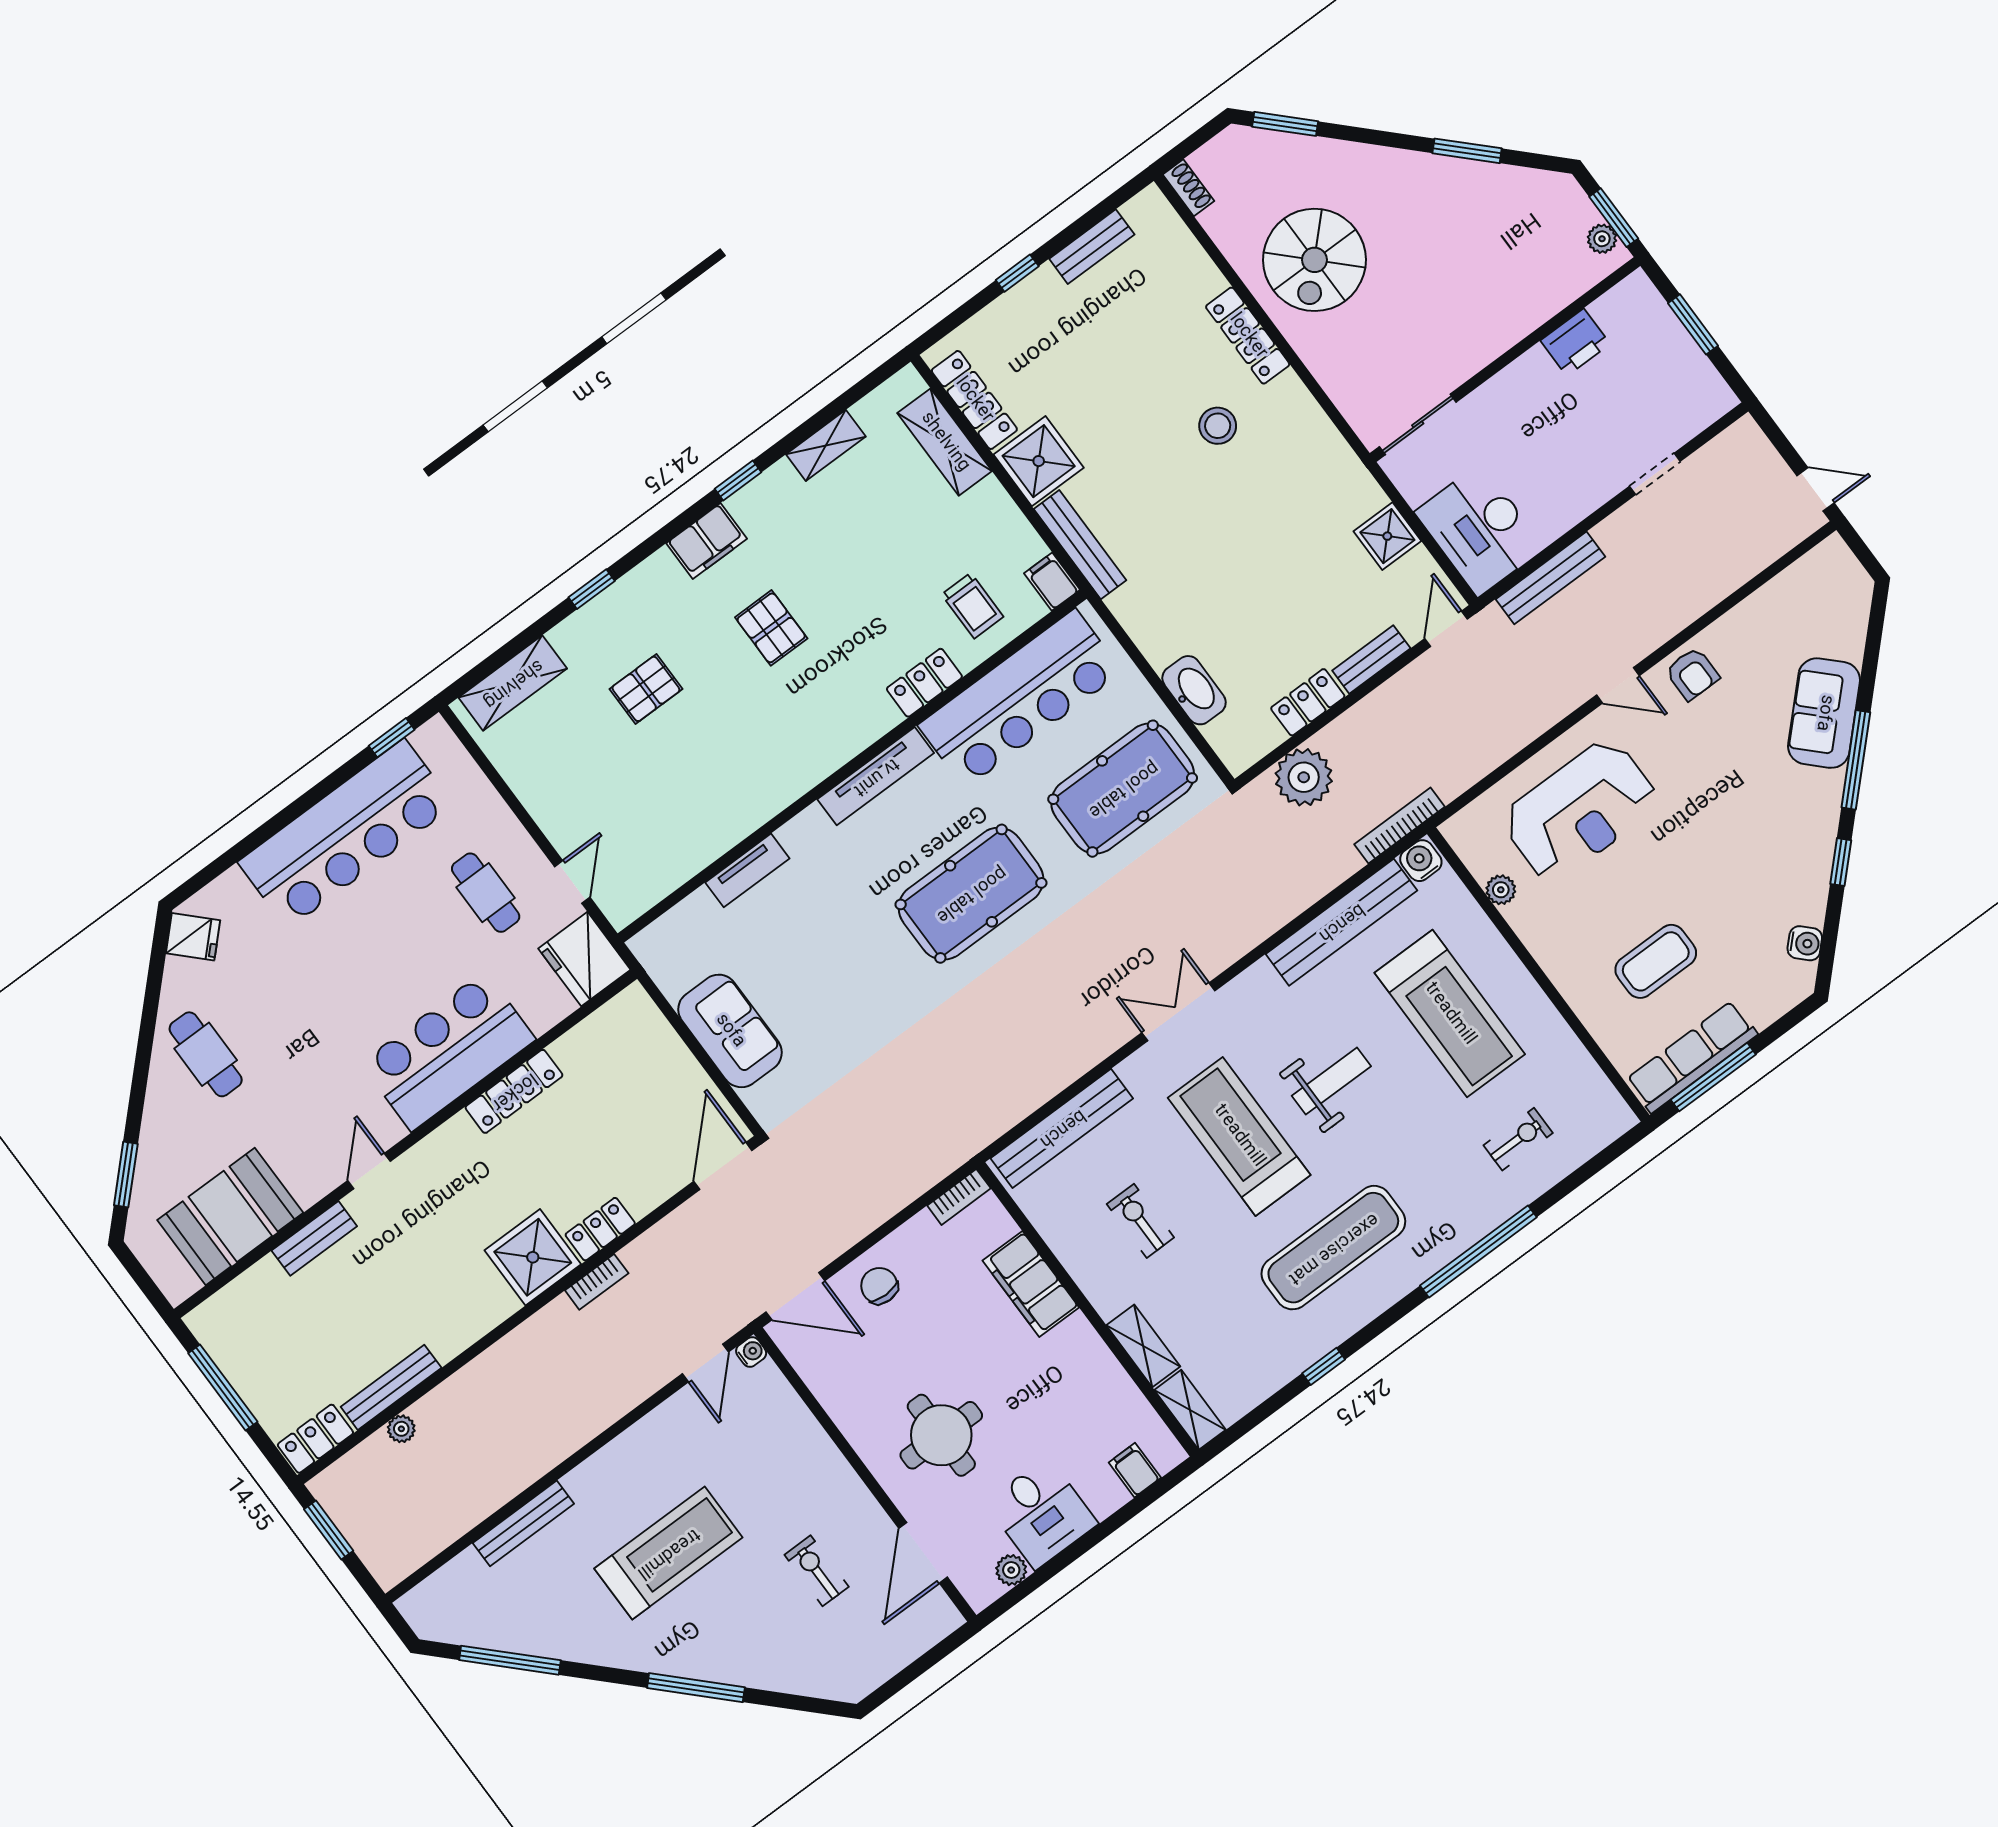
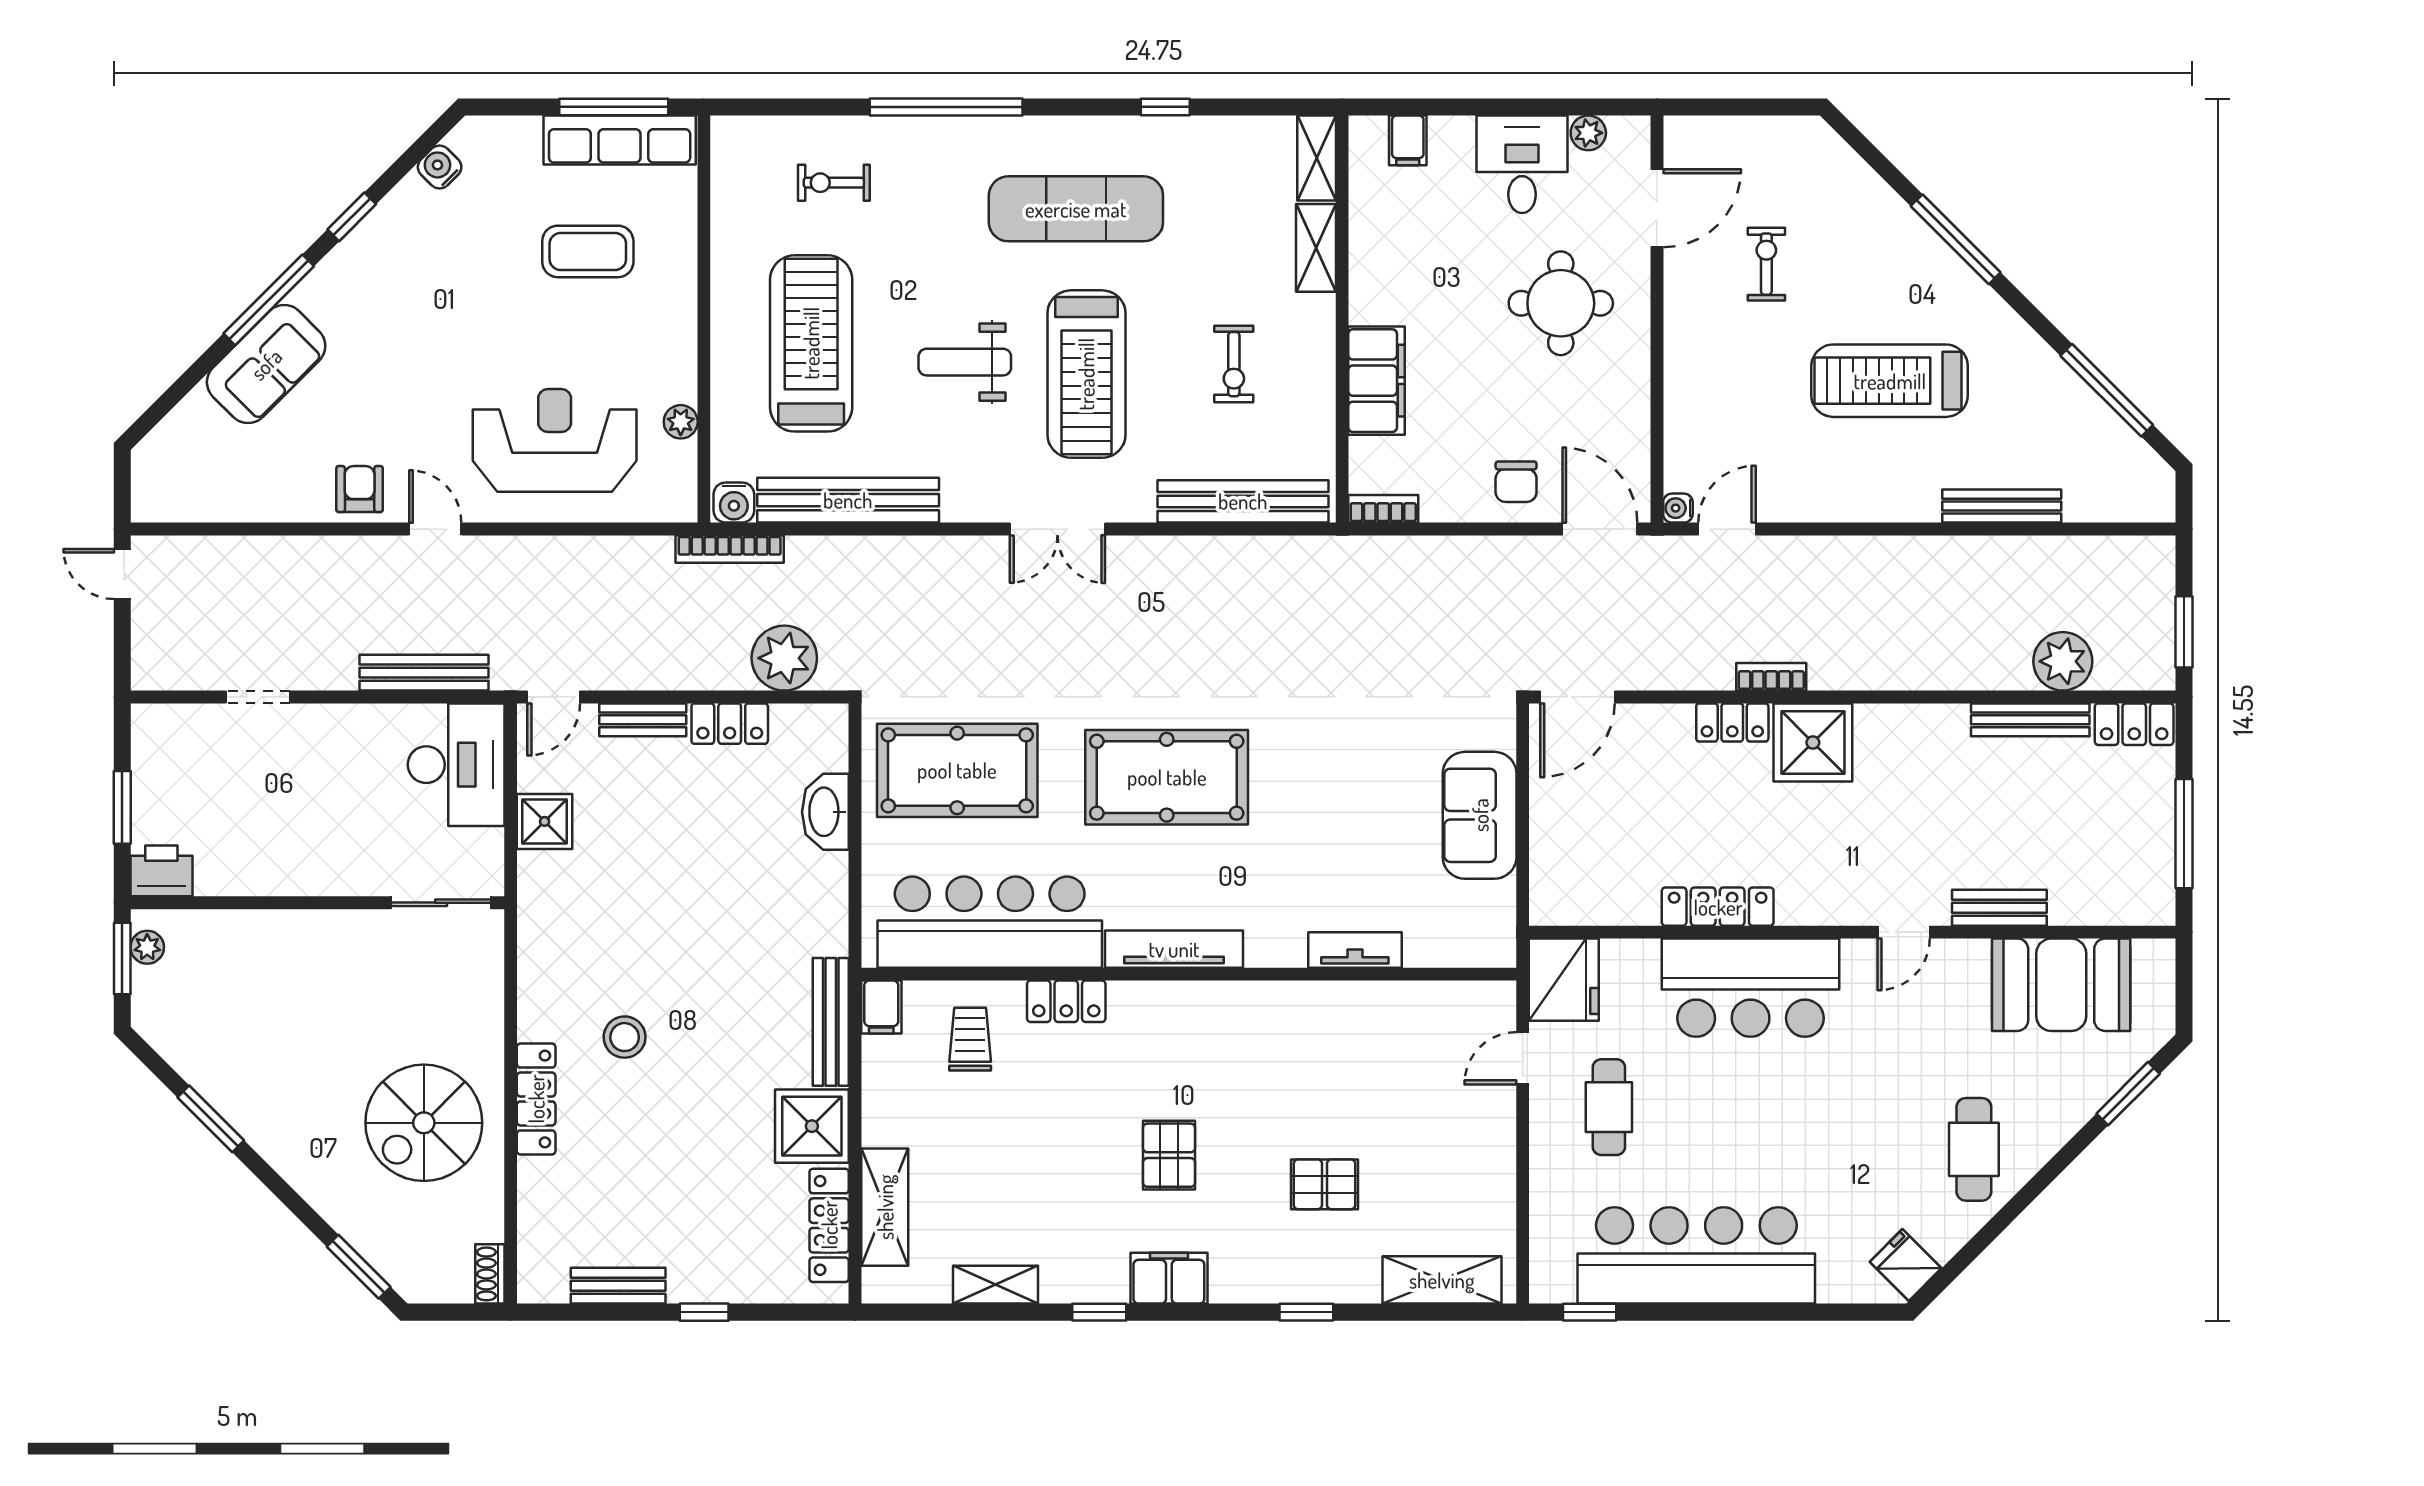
spiral stairs: (1314, 260) -> (424, 1123), turned 180
printer: (1575, 342) -> (161, 871), moved
plant: (401, 1429) -> (2063, 661), width x1.87, depth x1.87
exercise bike: (817, 1571) -> (1766, 264), turned 180

